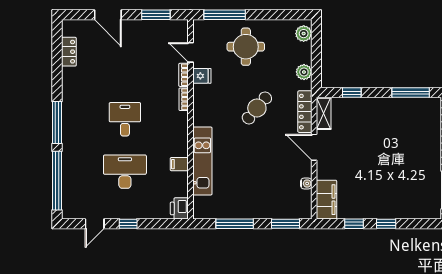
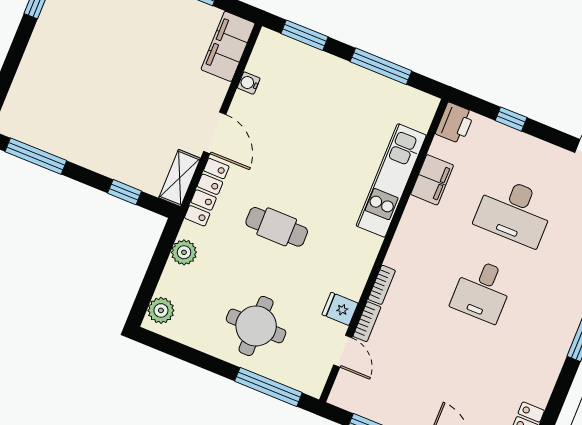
cafe table: (257, 108) -> (277, 227), turned 50
filing cabinet: (179, 164) -> (432, 180), width x2.00
window: (128, 224) -> (511, 119), moved

